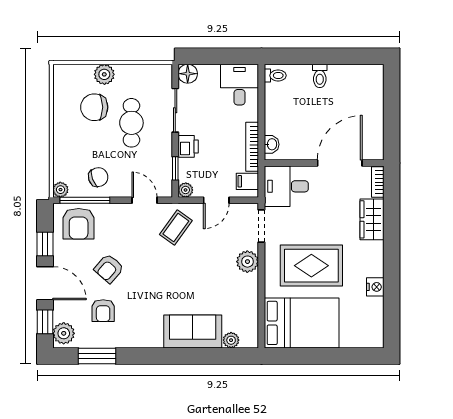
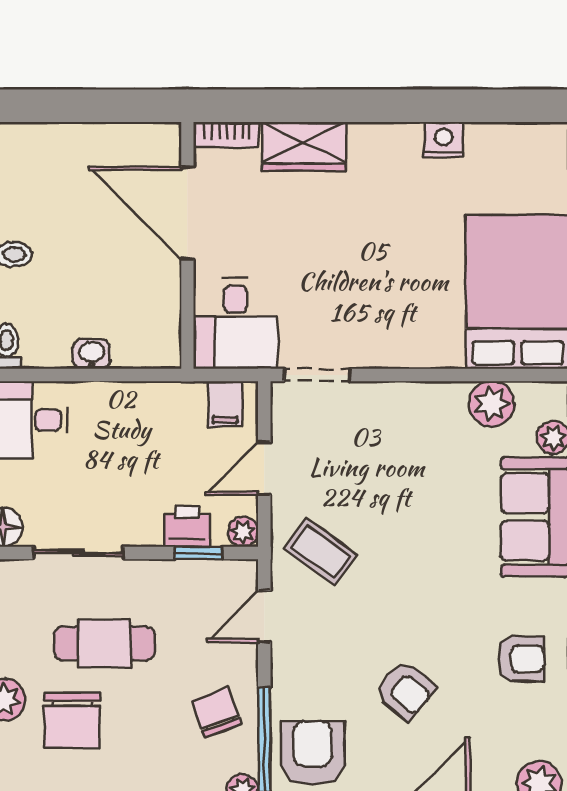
washbasin: (272, 144) -> (92, 354), moved
printer: (188, 146) -> (187, 526), moved
bookcase: (252, 147) -> (154, 394), removed
door: (216, 200) -> (264, 468), swing flipped
armchair: (79, 224) -> (313, 753), turned -90
plant: (247, 262) -> (491, 404), moved
rug: (311, 266) -> (399, 272), removed
armchair: (103, 311) -> (521, 659), moved

